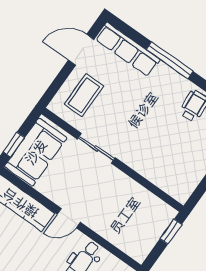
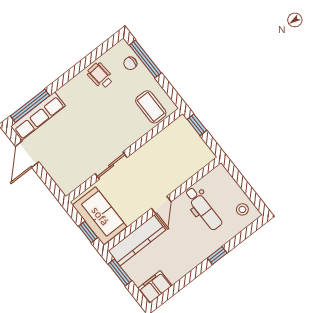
window: (170, 60) -> (30, 106), moved
coffee table: (84, 95) -> (151, 107), moved

